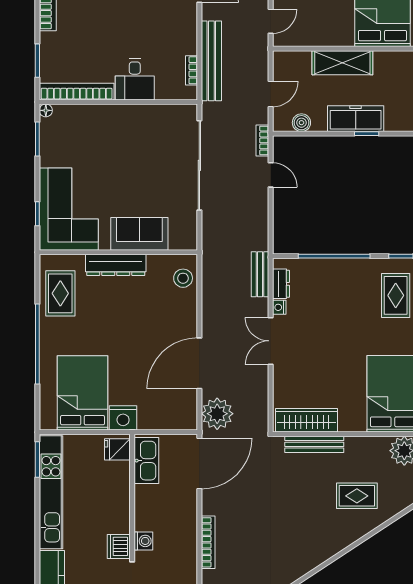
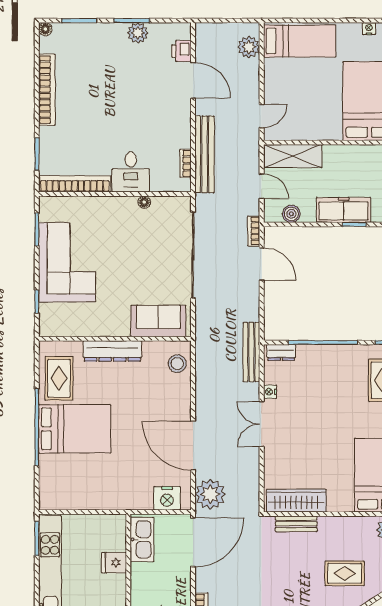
shelving: (342, 63) -> (293, 156), moved
door: (271, 94) -> (262, 186), hinge flipped
floor lamp: (46, 110) -> (144, 202), moved
door: (271, 175) -> (262, 264), width x1.38
corner sofa: (69, 209) -> (67, 262), moved
sofa: (139, 234) -> (158, 321), moved
bench: (260, 274) -> (251, 352), width x1.36
dresser: (281, 284) -> (281, 352), moved, turned 90
door: (199, 363) -> (193, 446), hinge flipped
bed: (83, 393) -> (75, 429), moved, turned 90
nightstand: (123, 418) -> (167, 498), moved
bench: (314, 444) -> (296, 524), width x0.73
fridge: (117, 449) -> (114, 563), moved

